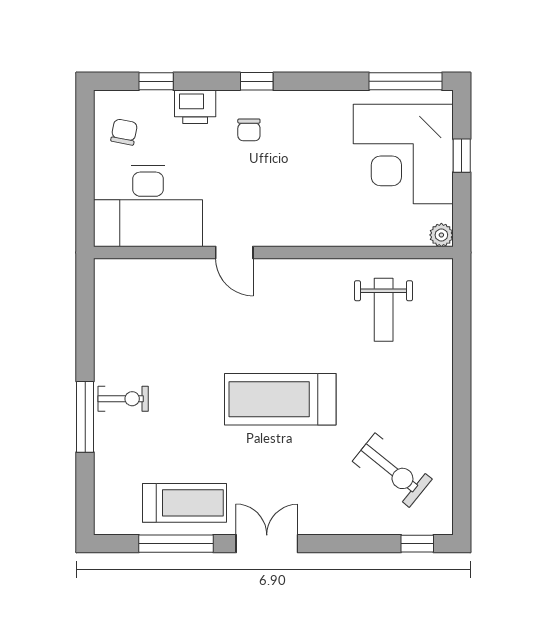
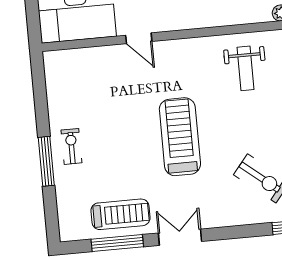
exercise bike: (123, 399) -> (71, 146), turned -90
treadmill: (280, 399) -> (180, 137), turned 90

